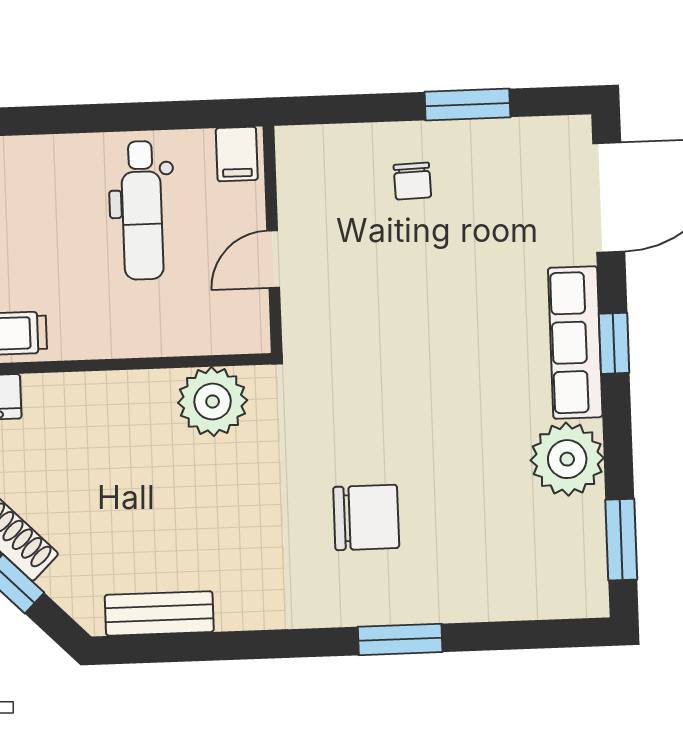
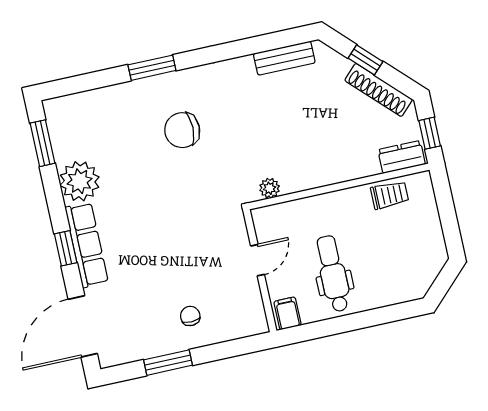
plant: (213, 402) -> (270, 188), width x0.53, depth x0.53

